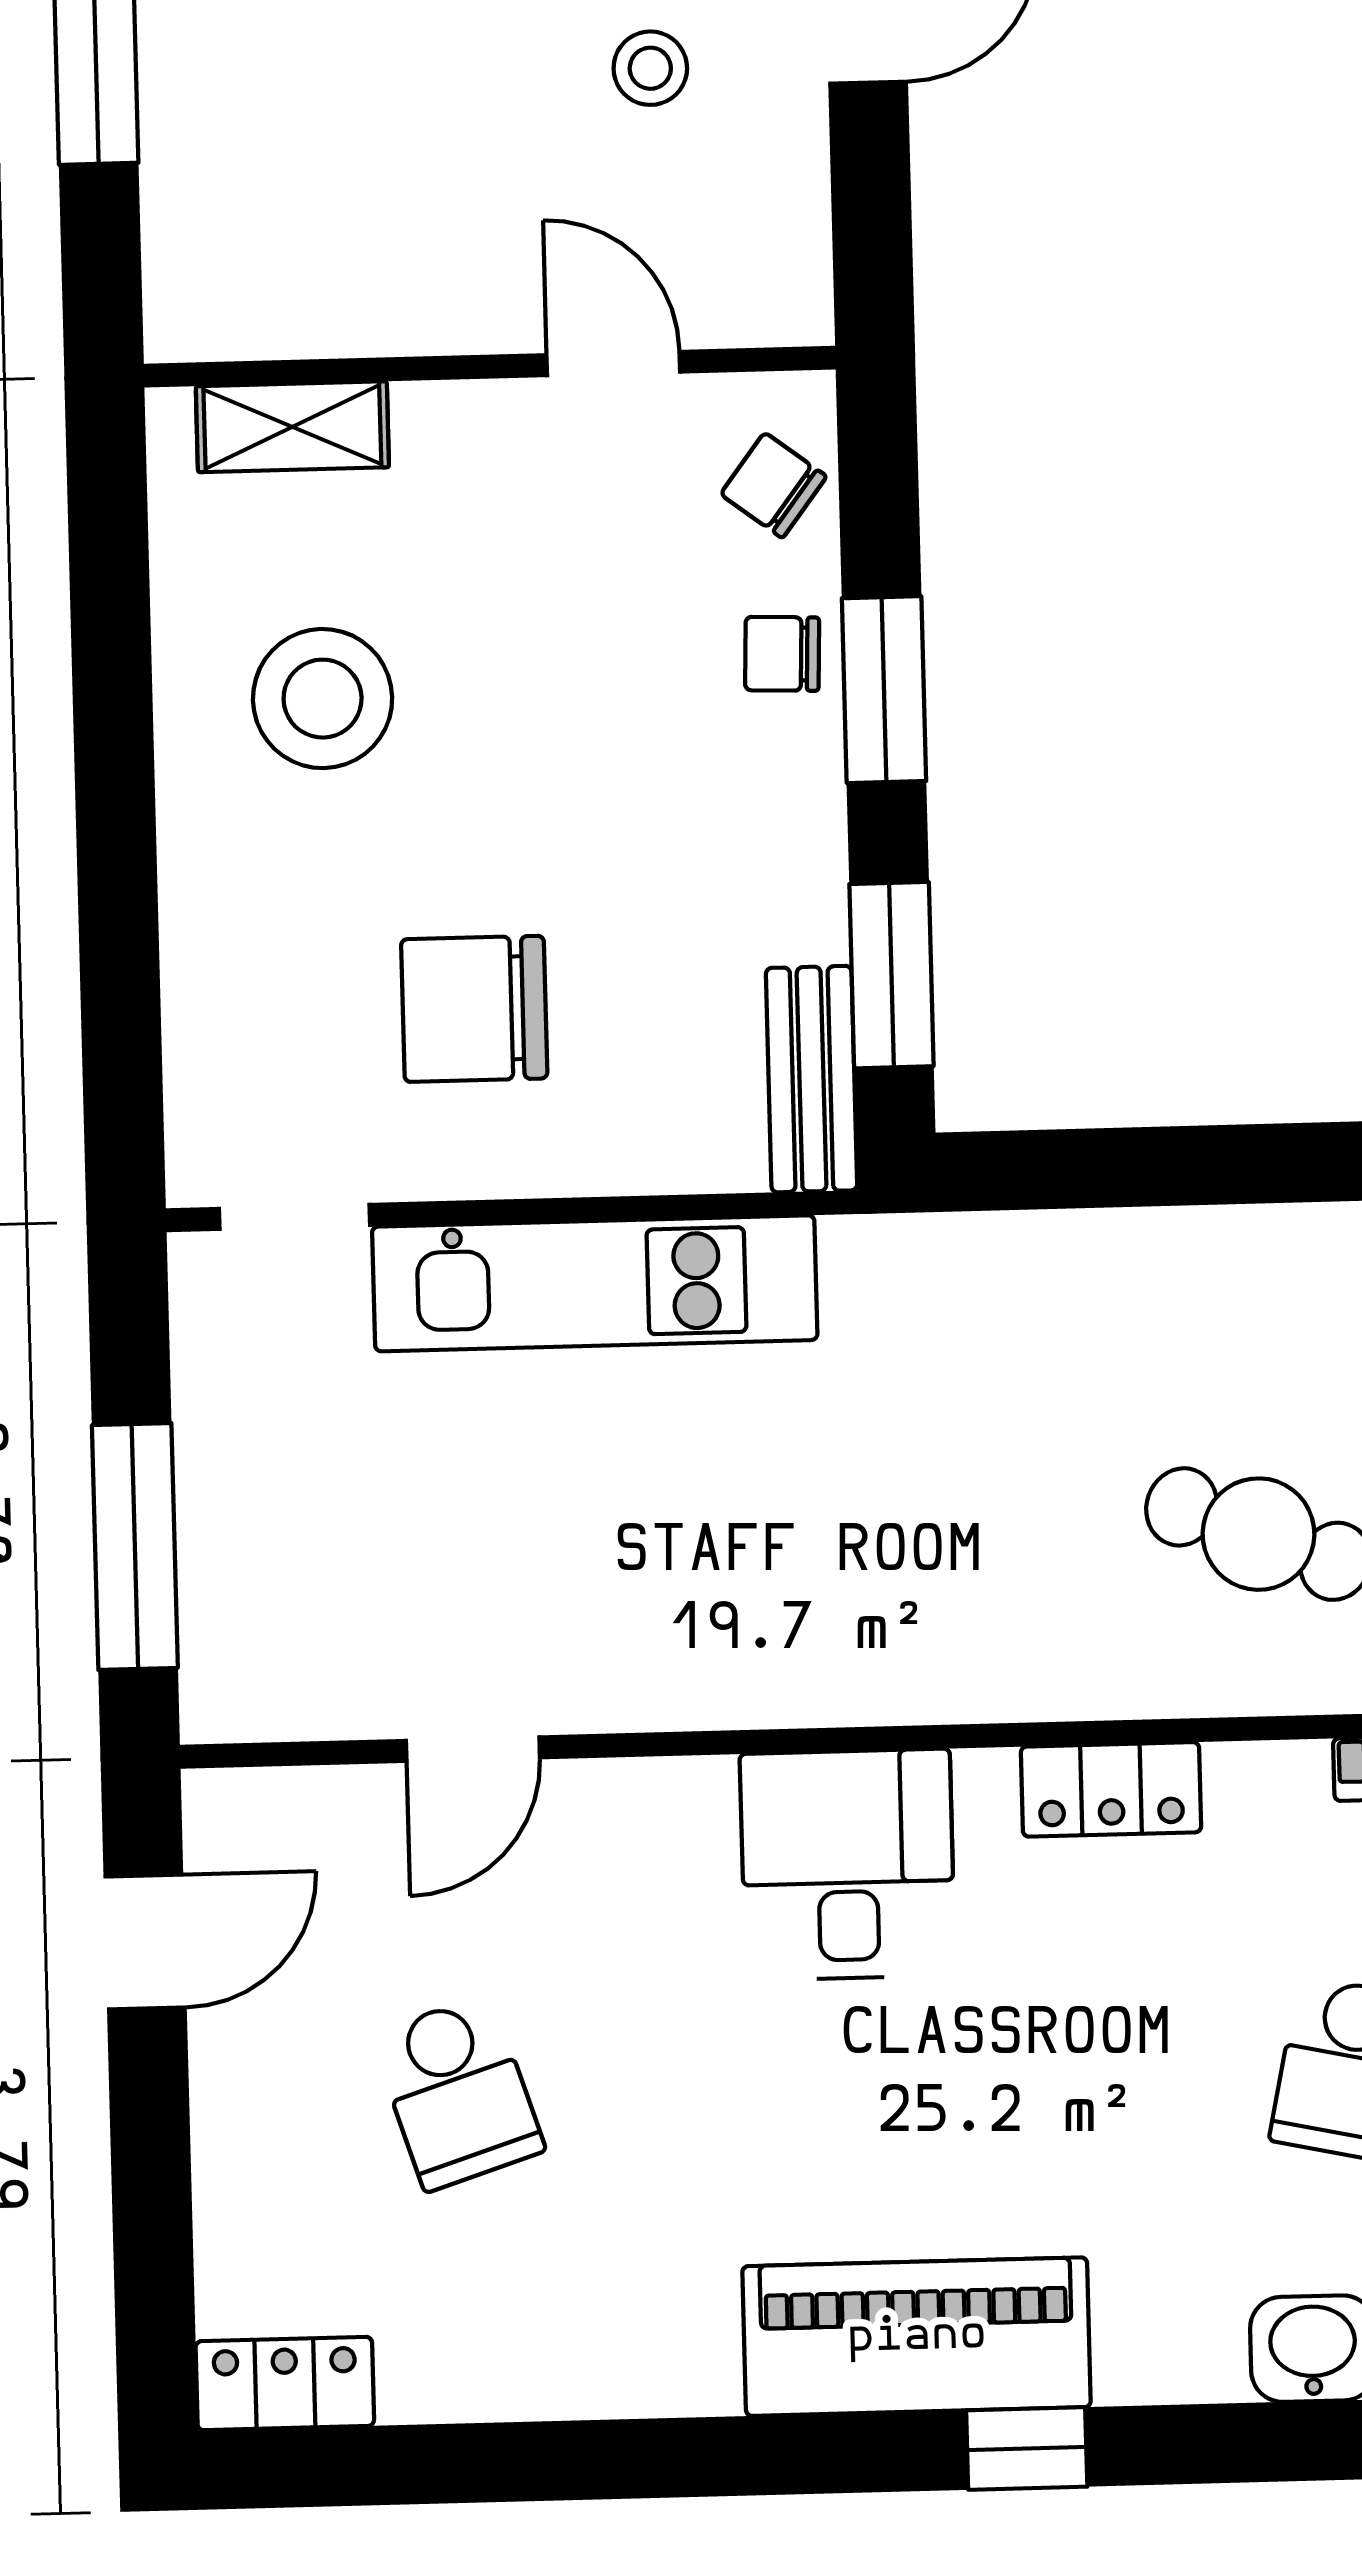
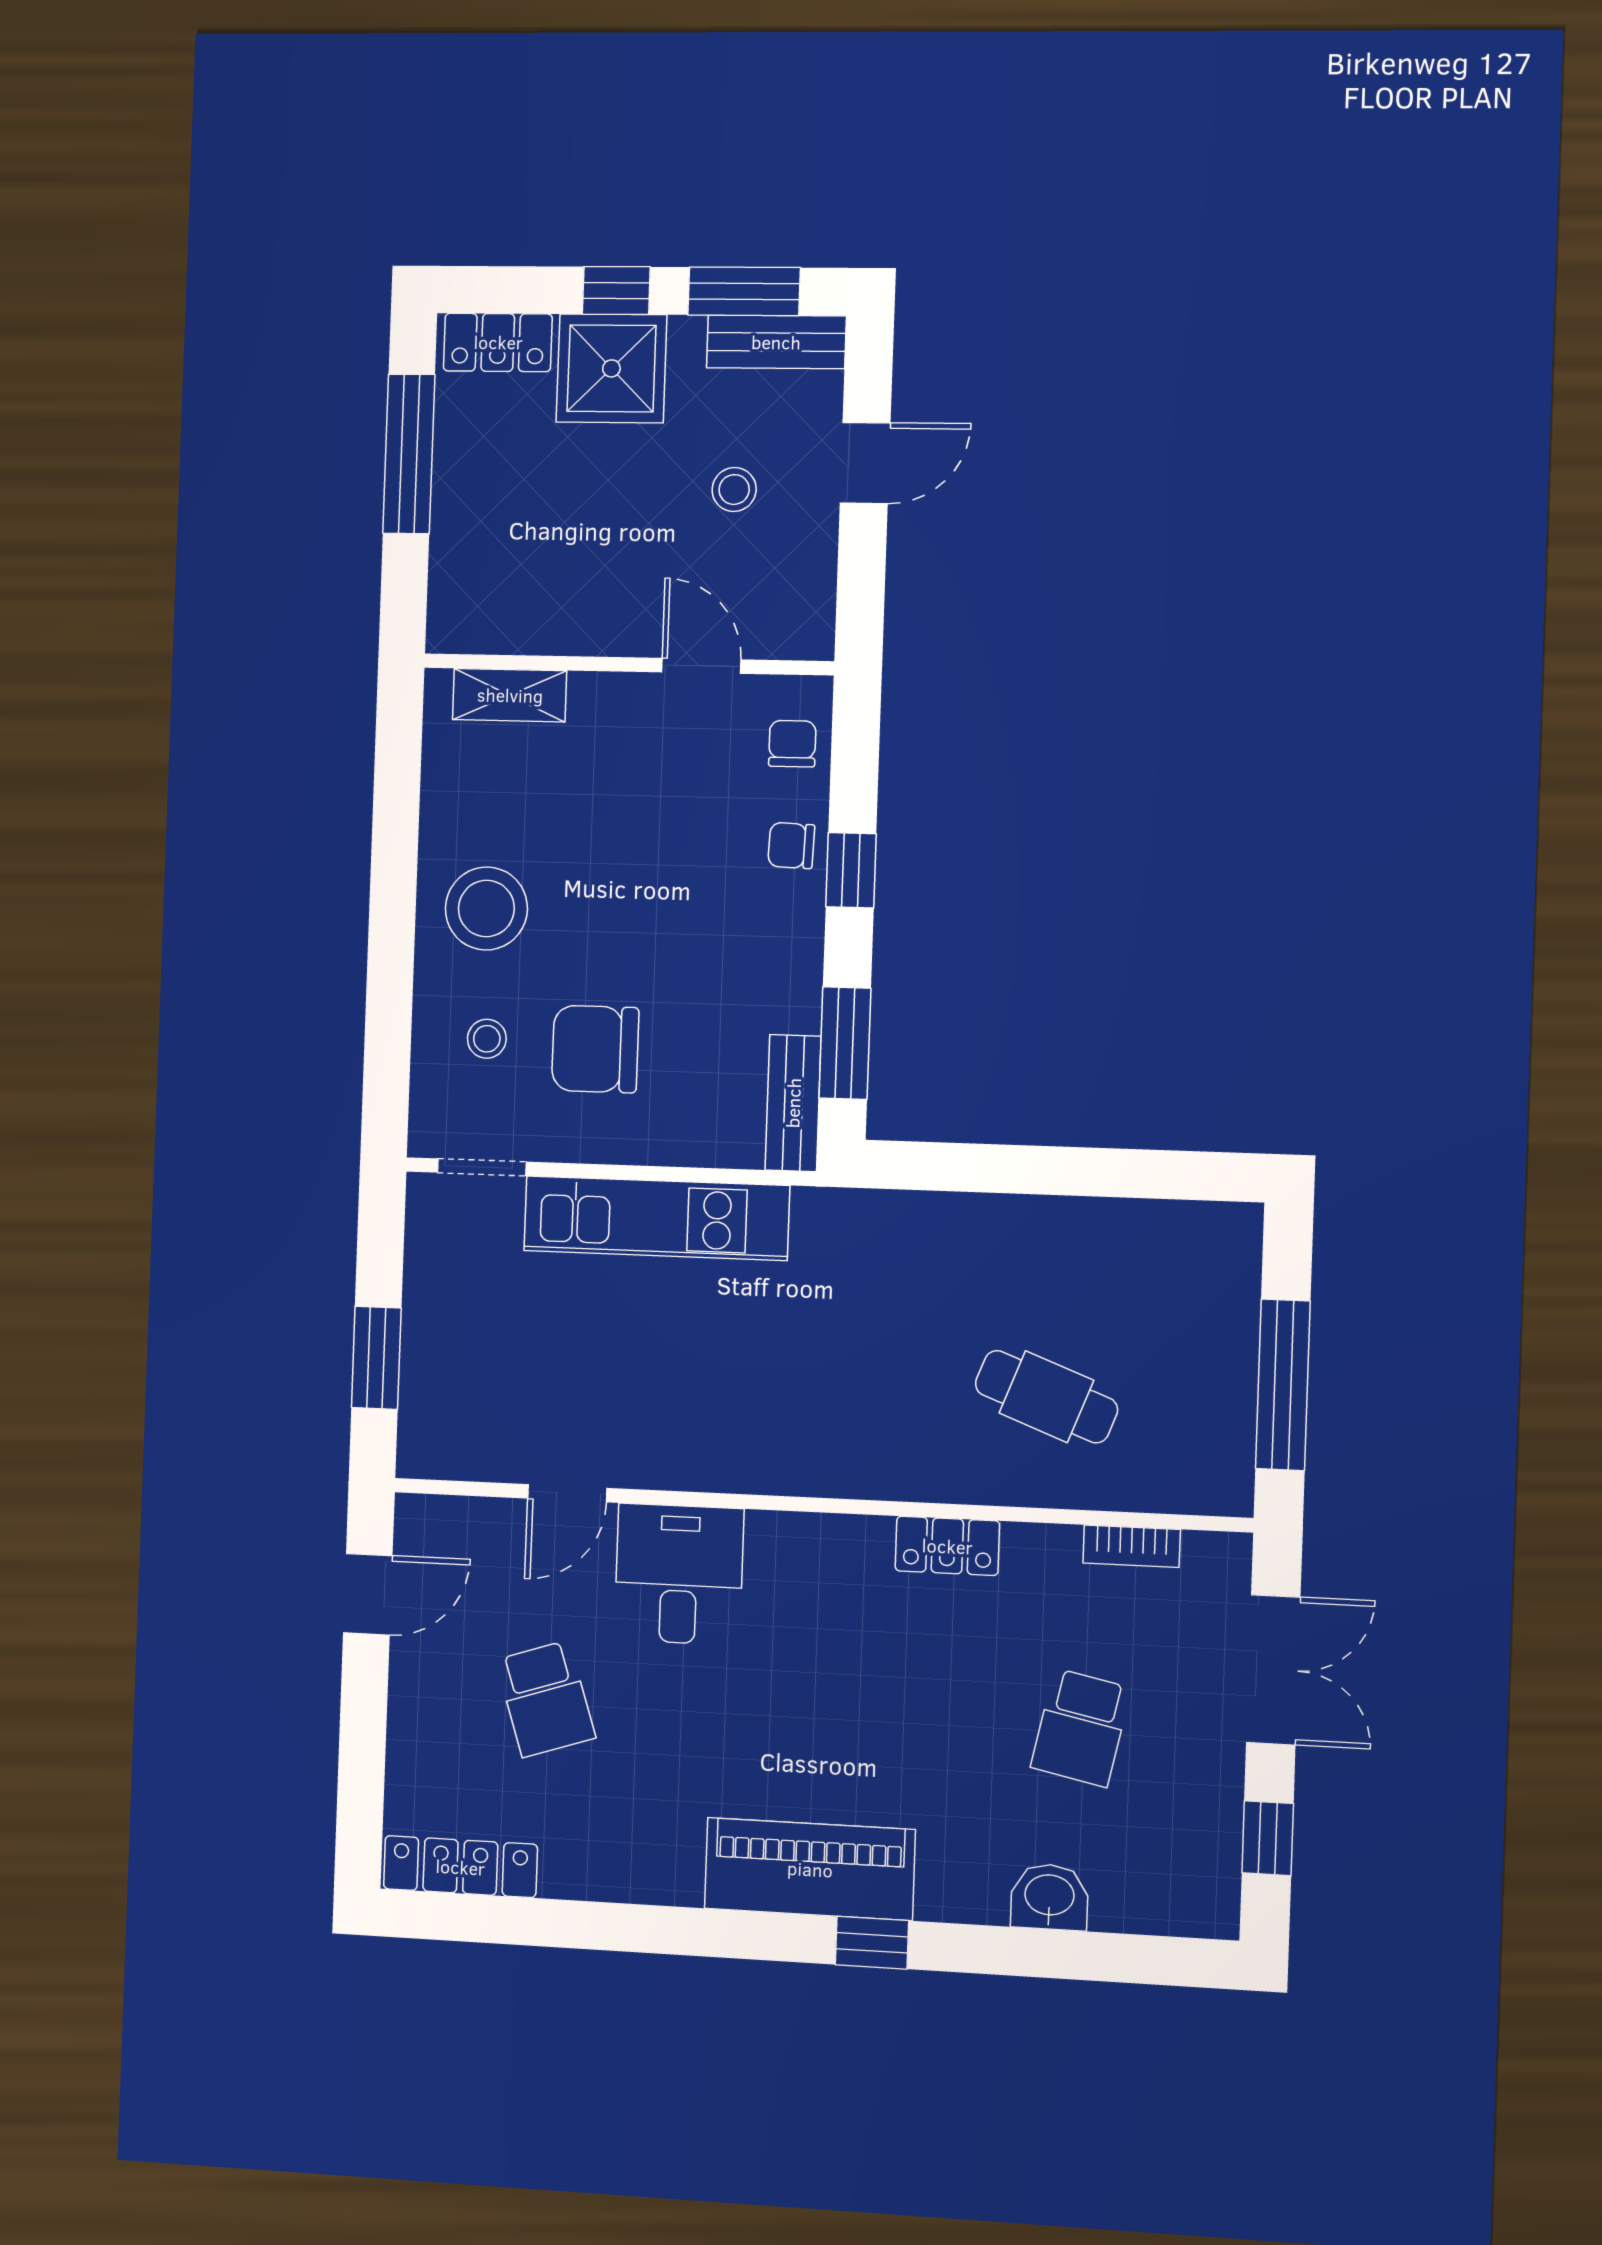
chair: (774, 485) -> (792, 744), turned 53
window: (884, 690) -> (851, 870), width x0.67
stool: (323, 699) -> (486, 909), moved
stool: (290, 1002) -> (487, 1039), added
window: (135, 1546) -> (376, 1358), width x0.69
desk: (848, 1865) -> (679, 1574), moved
locker: (285, 2384) -> (460, 1867), width x1.53

